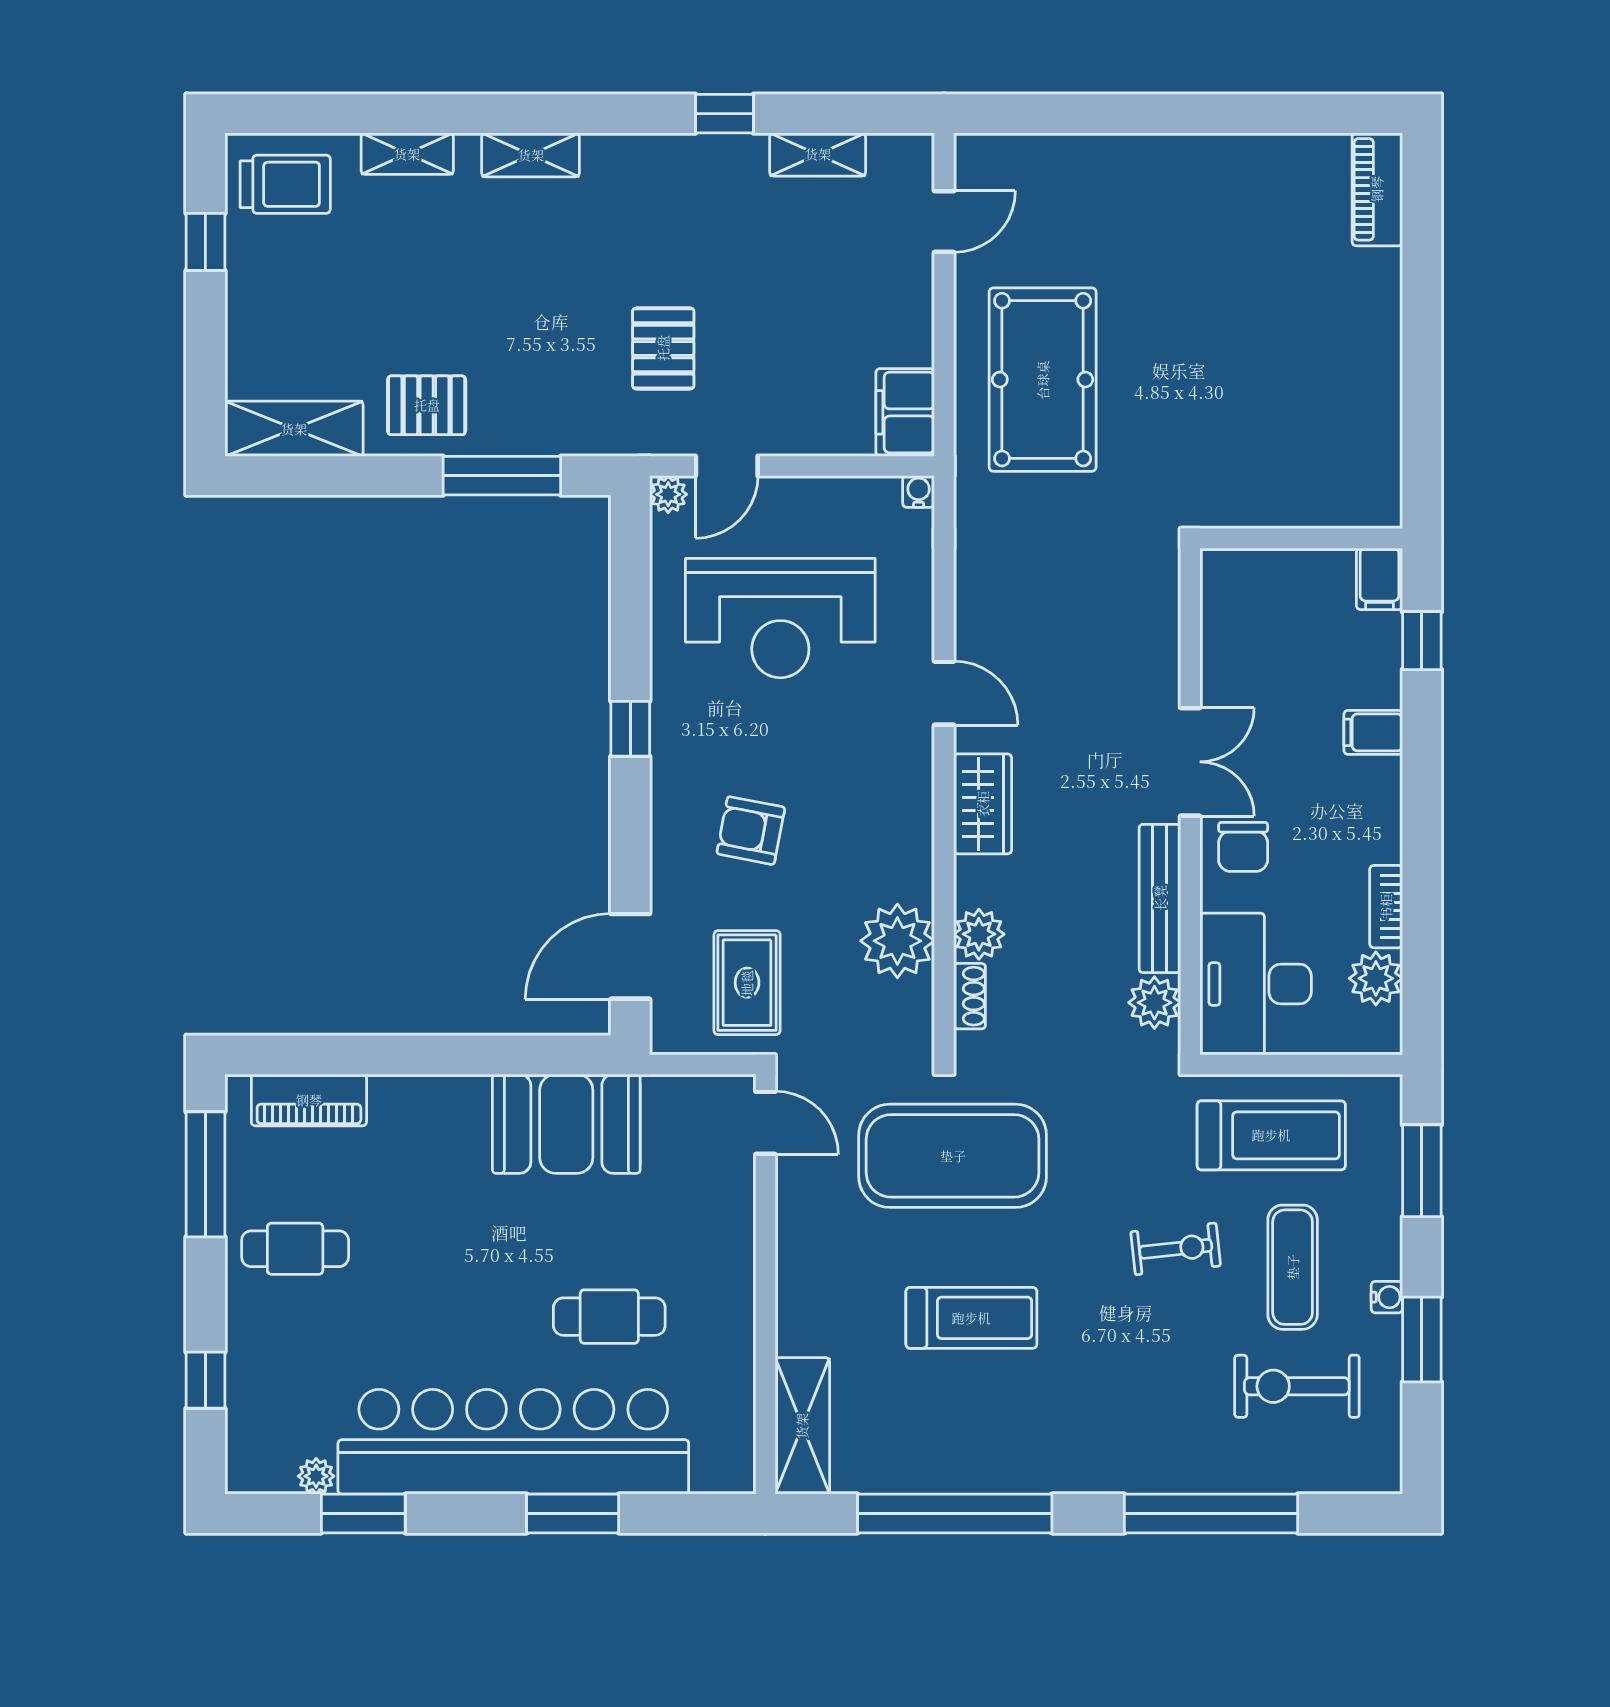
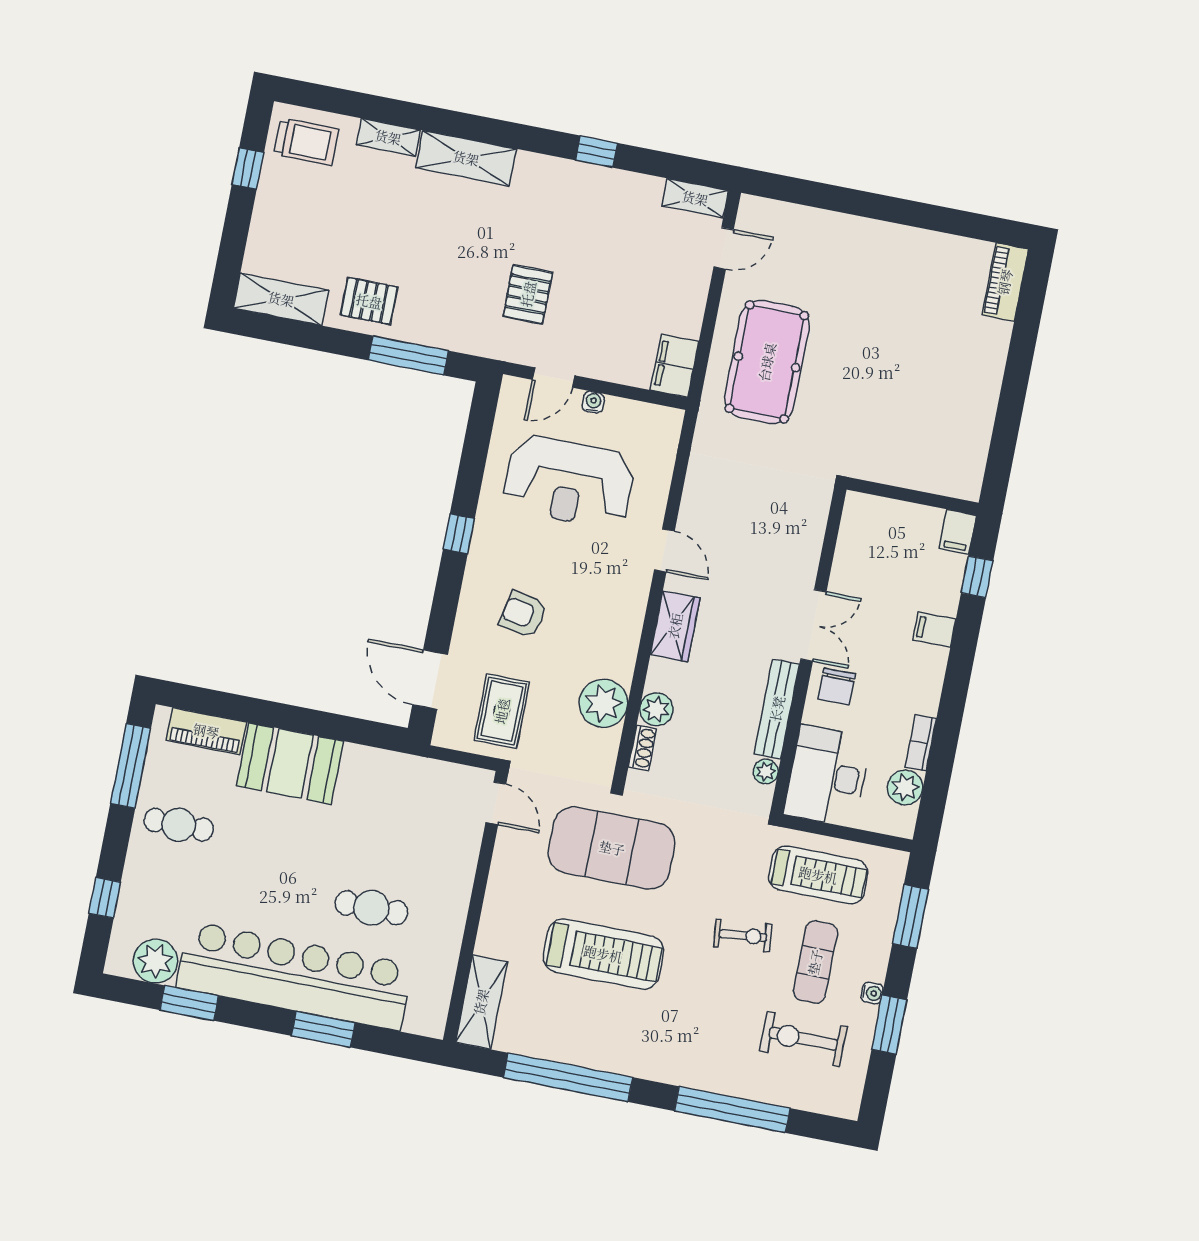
shelving: (818, 154) -> (695, 198), moved
shelving: (531, 155) -> (466, 158), width x1.50, depth x1.33
water cooler: (919, 491) -> (593, 402), moved
plant: (668, 494) -> (513, 388), removed
door: (630, 956) -> (430, 680), hinge flipped
plant: (1154, 1003) -> (766, 771), width x0.73, depth x0.73
booth: (566, 1124) -> (290, 764), moved
treadmill: (971, 1318) -> (603, 954), width x1.37, depth x1.38
plant: (316, 1476) -> (155, 961), width x1.88, depth x1.88

